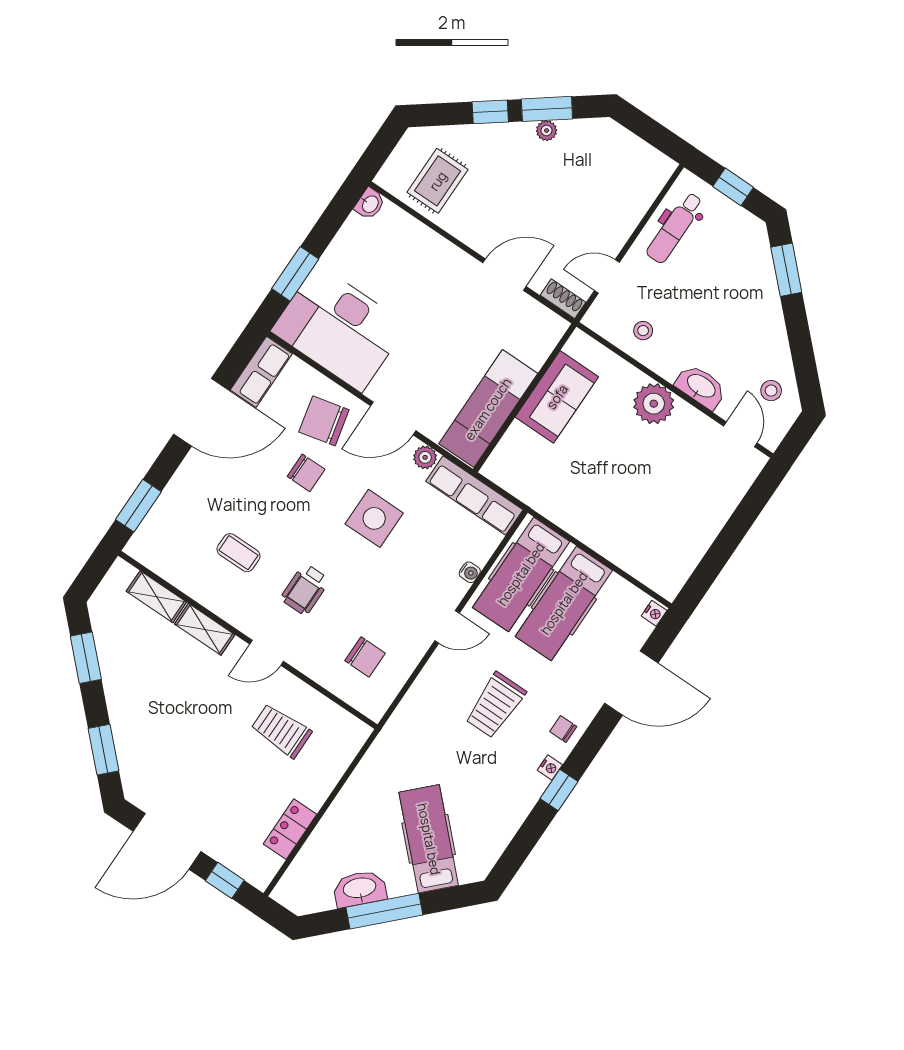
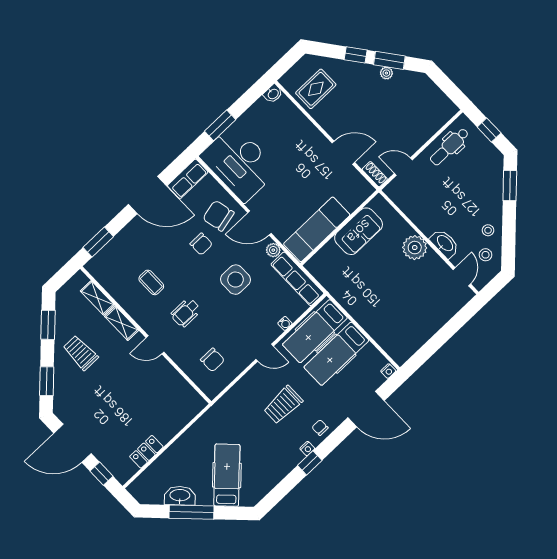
stool: (643, 331) -> (488, 230), moved
trolley: (281, 731) -> (81, 353), moved

